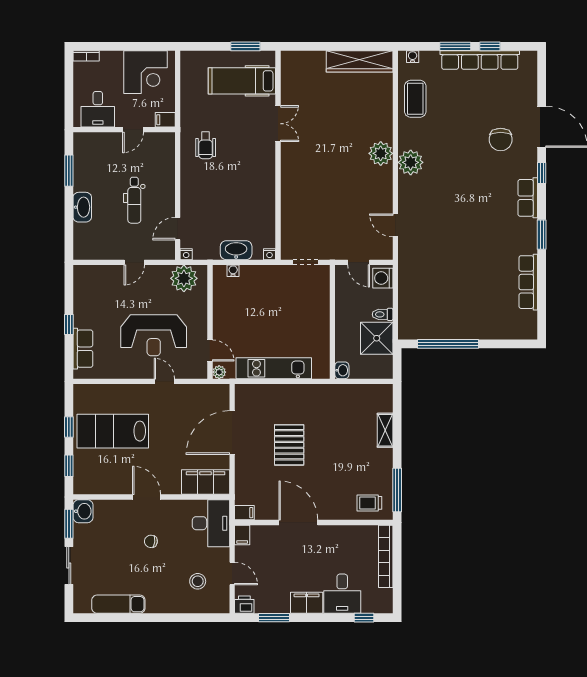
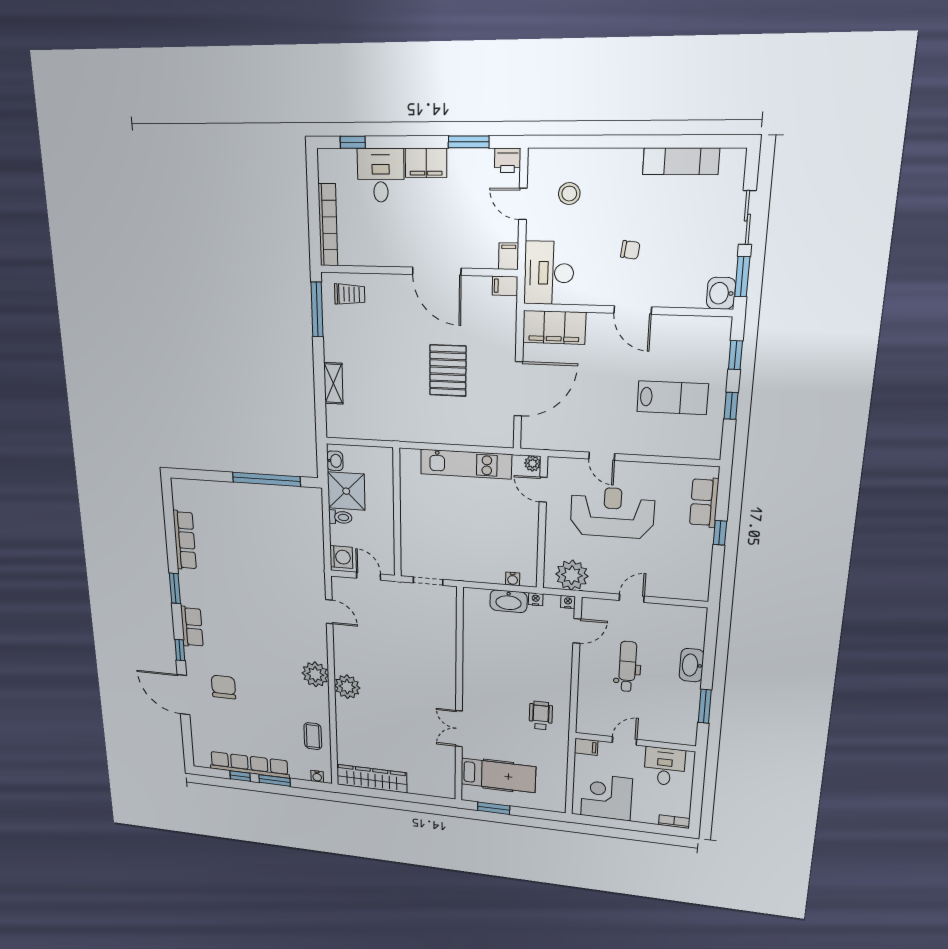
coffee table: (415, 99) -> (313, 736), width x0.73, depth x0.77
nightstand: (270, 254) -> (536, 599), moved
washbasin: (342, 370) -> (335, 461), moved, turned 180
lab bench: (113, 431) -> (673, 398), width x0.73, depth x0.72

